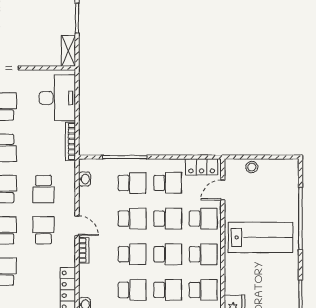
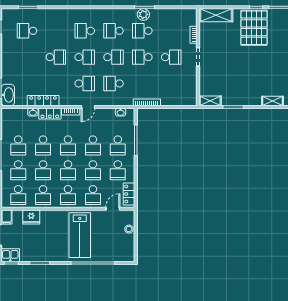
desk: (57, 98) -> (177, 93), removed
door: (223, 190) -> (113, 209), hinge flipped
locker: (87, 280) -> (50, 114), added

